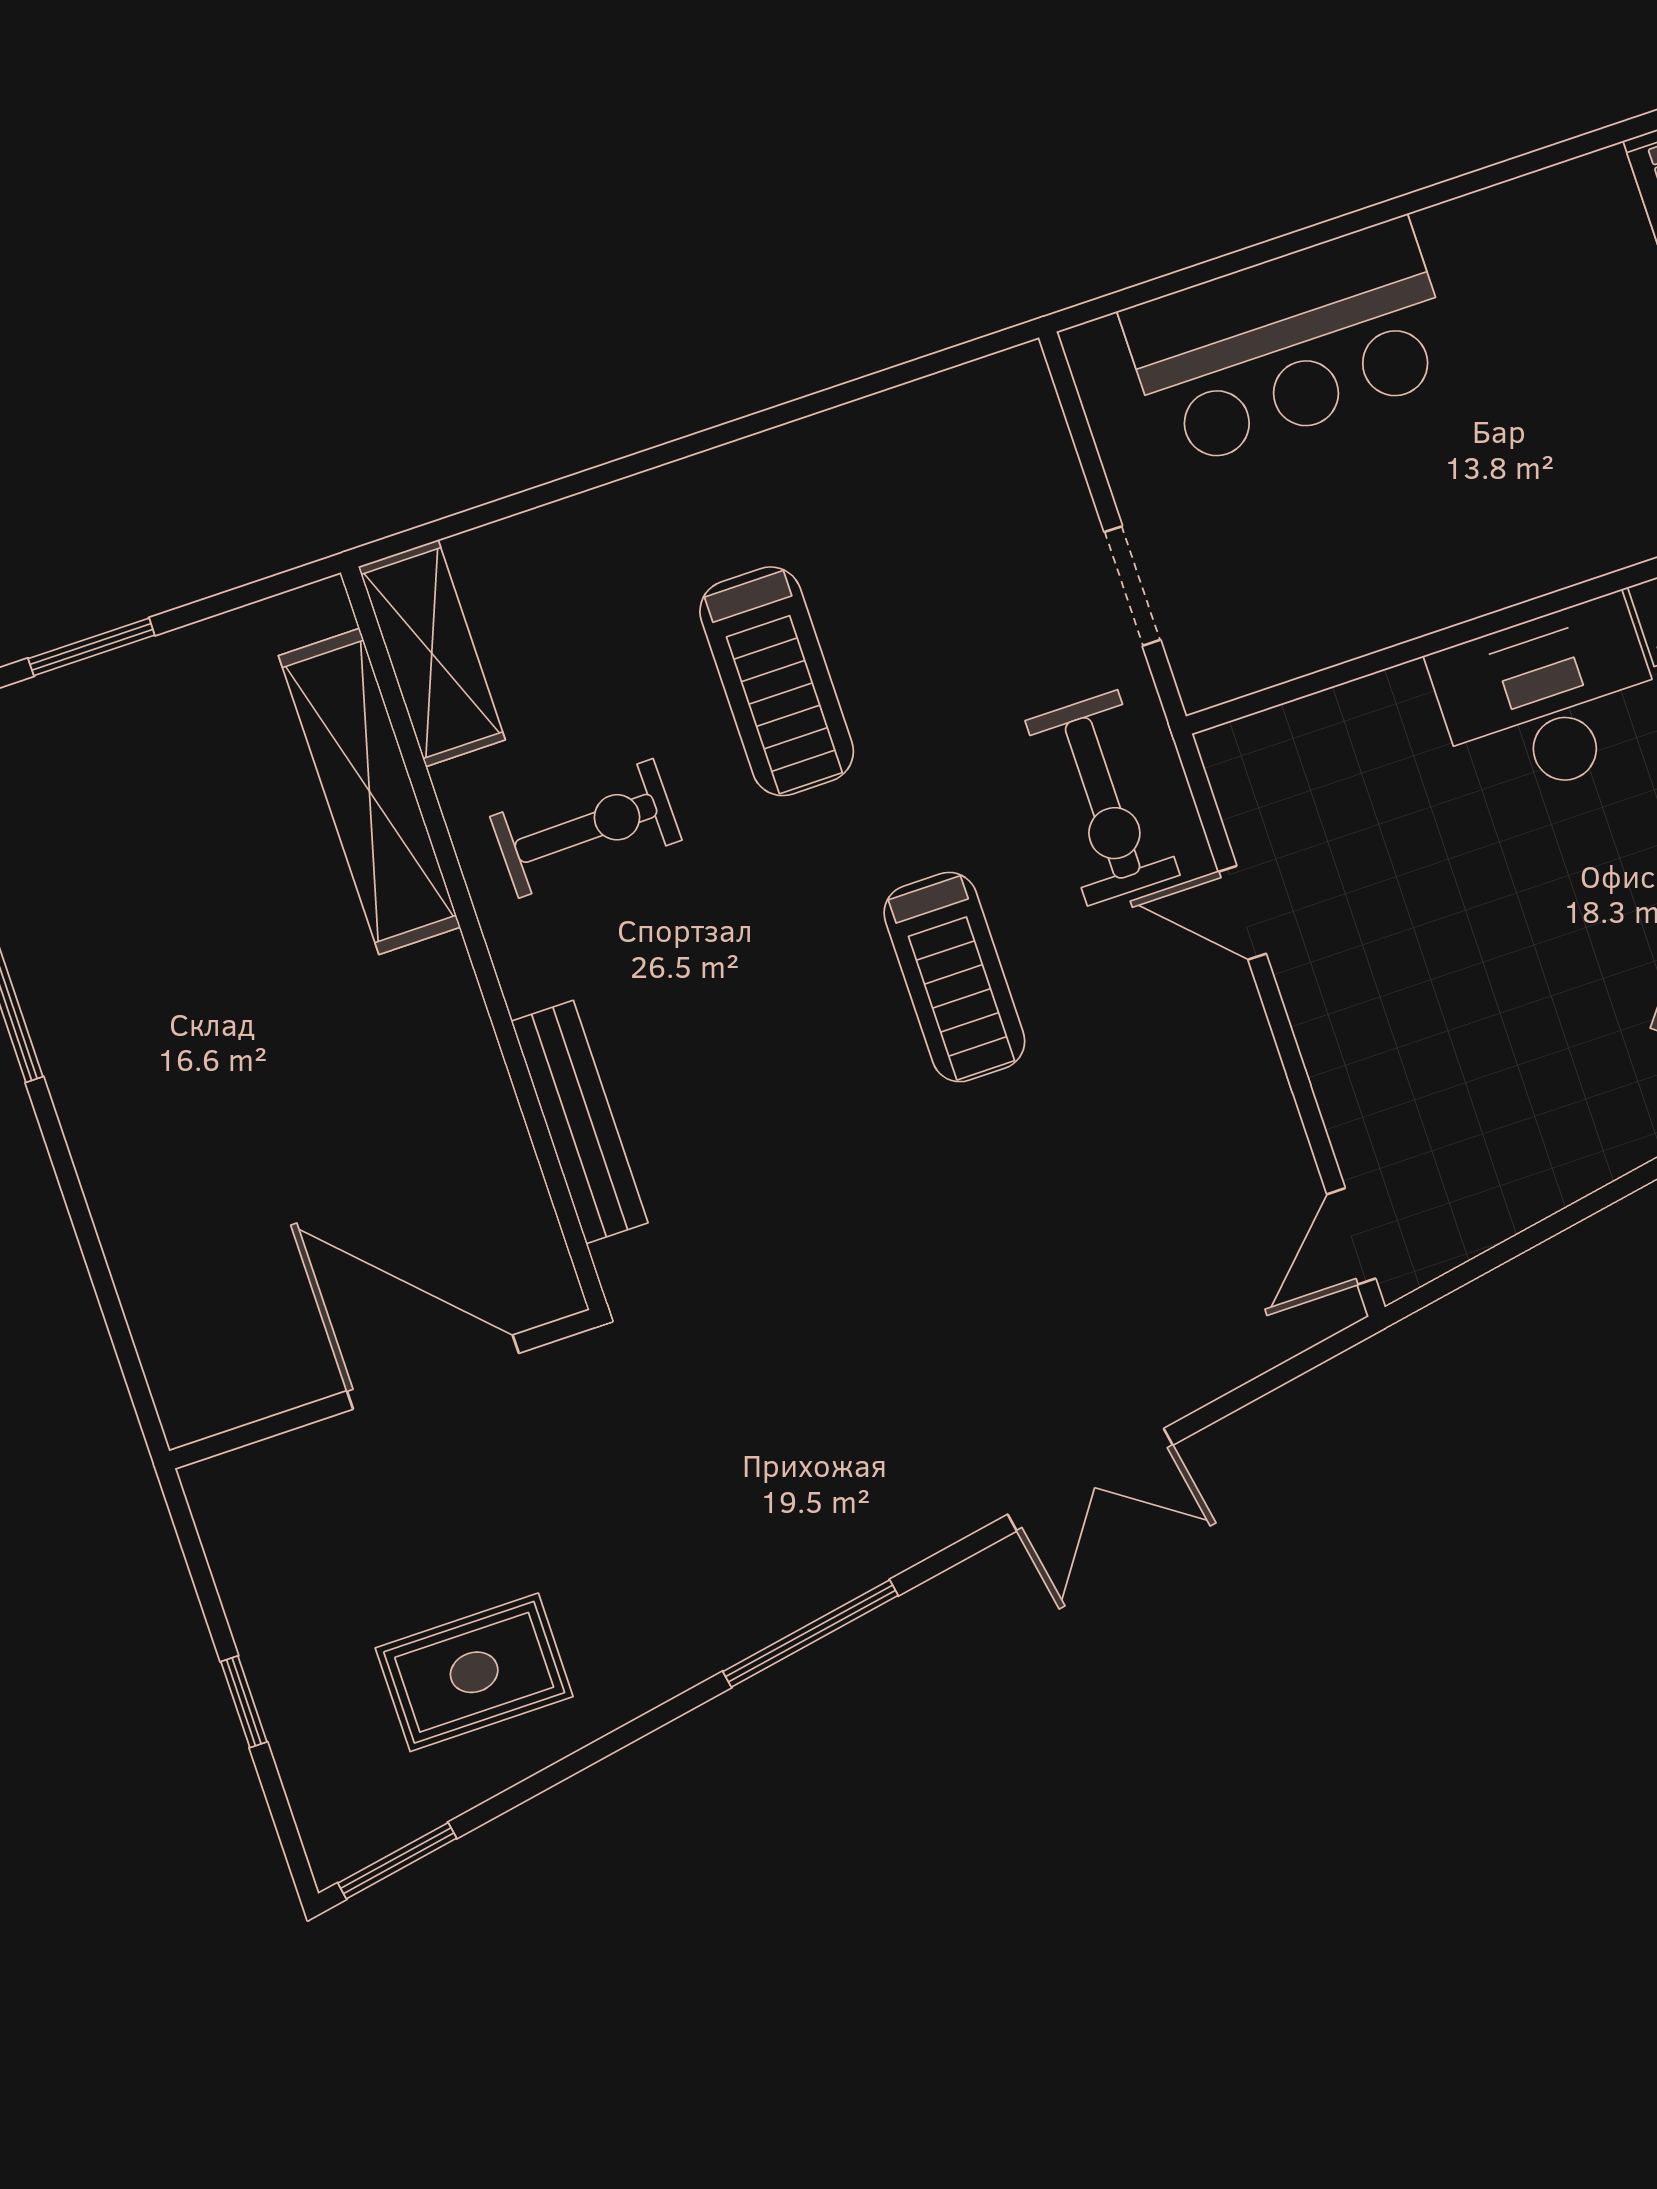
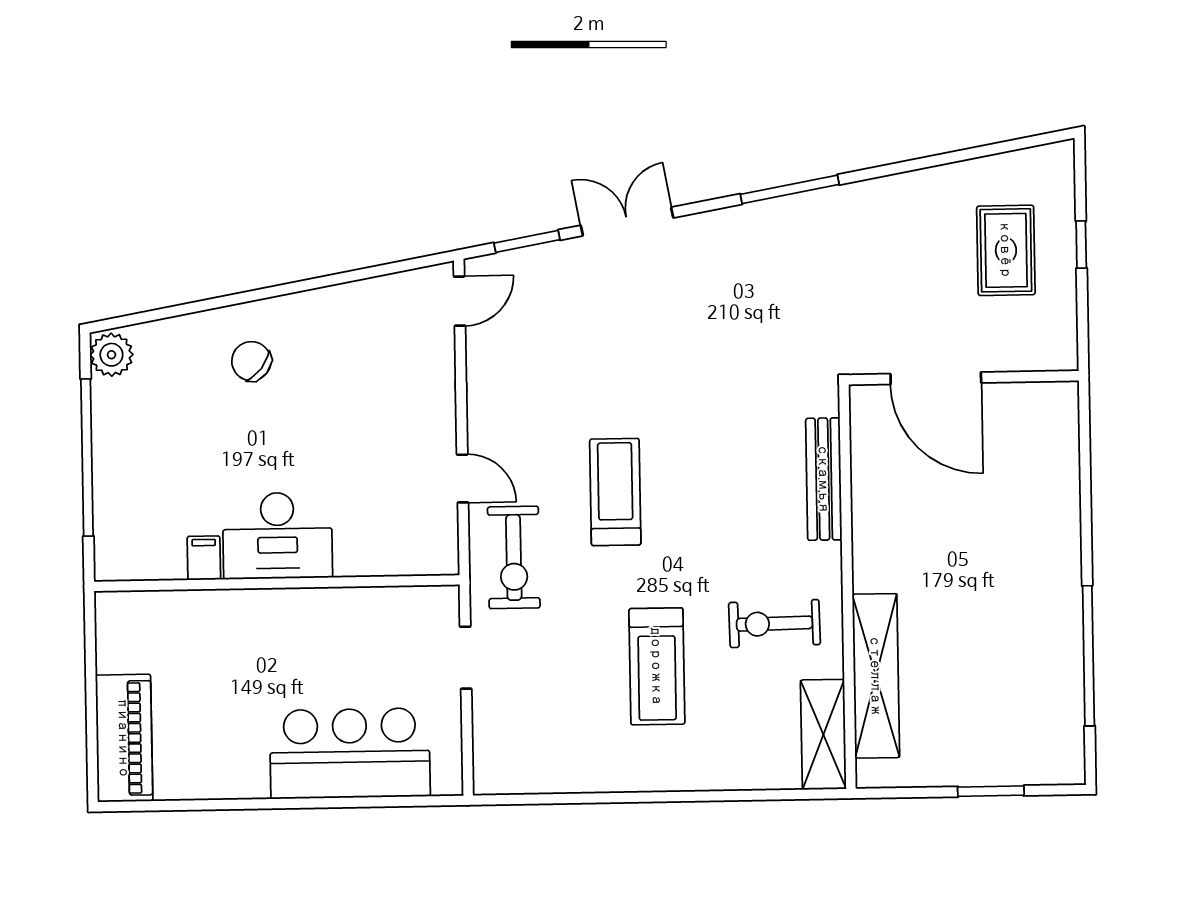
treadmill: (777, 681) -> (657, 666), turned 180
exercise bike: (1103, 798) -> (514, 557), turned 180
rug: (474, 1672) -> (1006, 250), moved, turned 90
window: (397, 1861) -> (527, 241), moved

